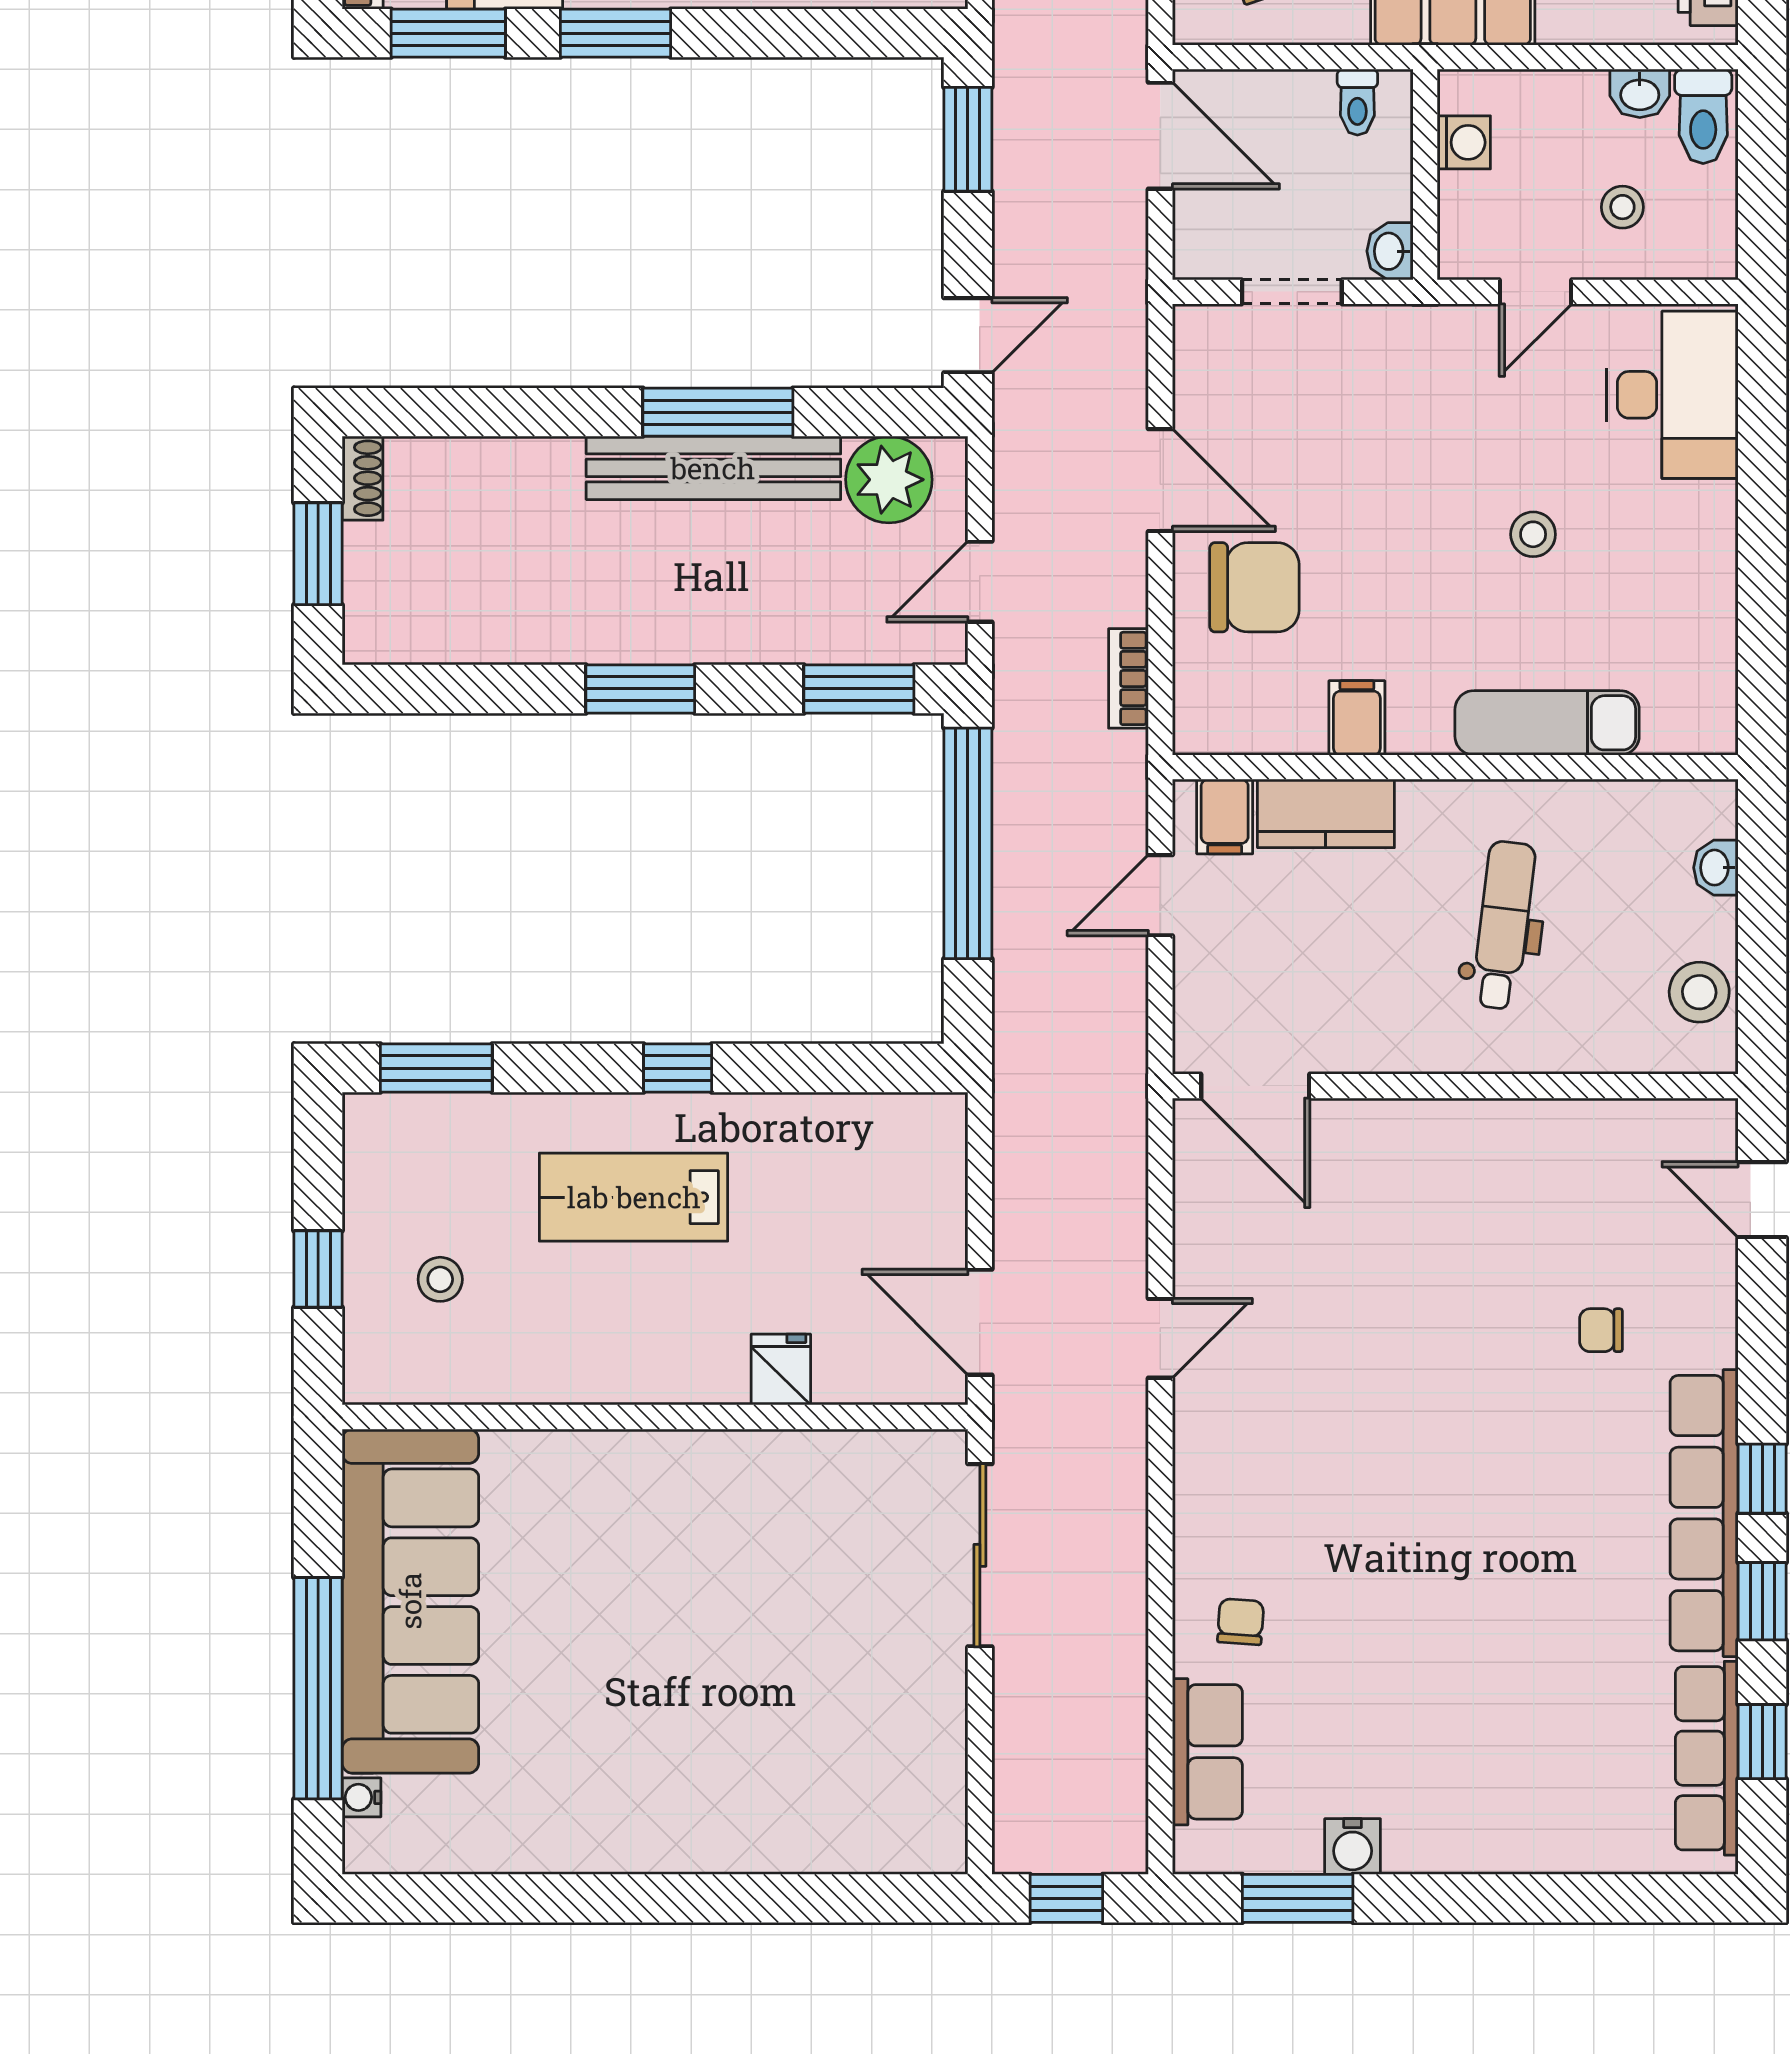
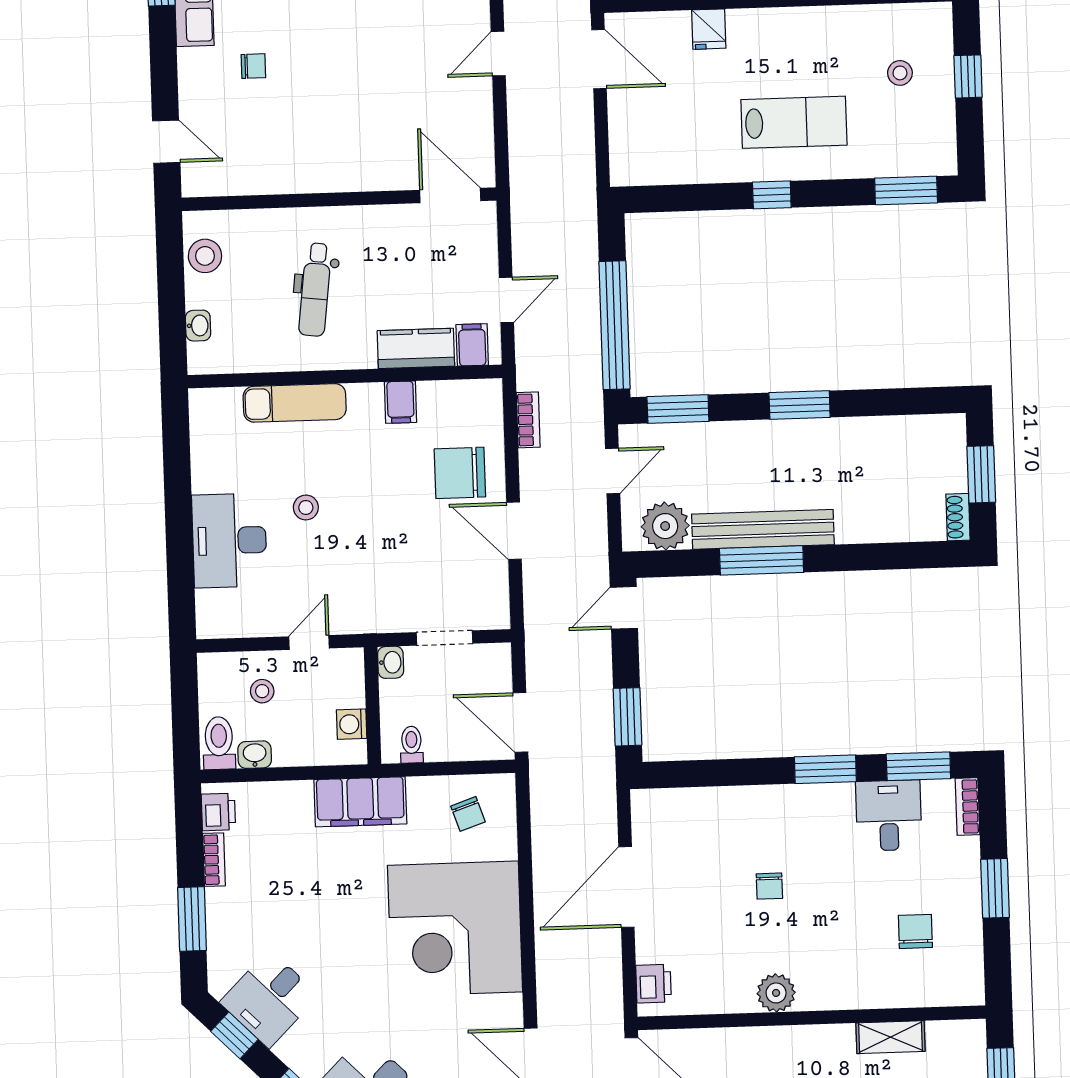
desk: (1672, 395) -> (229, 541), moved

